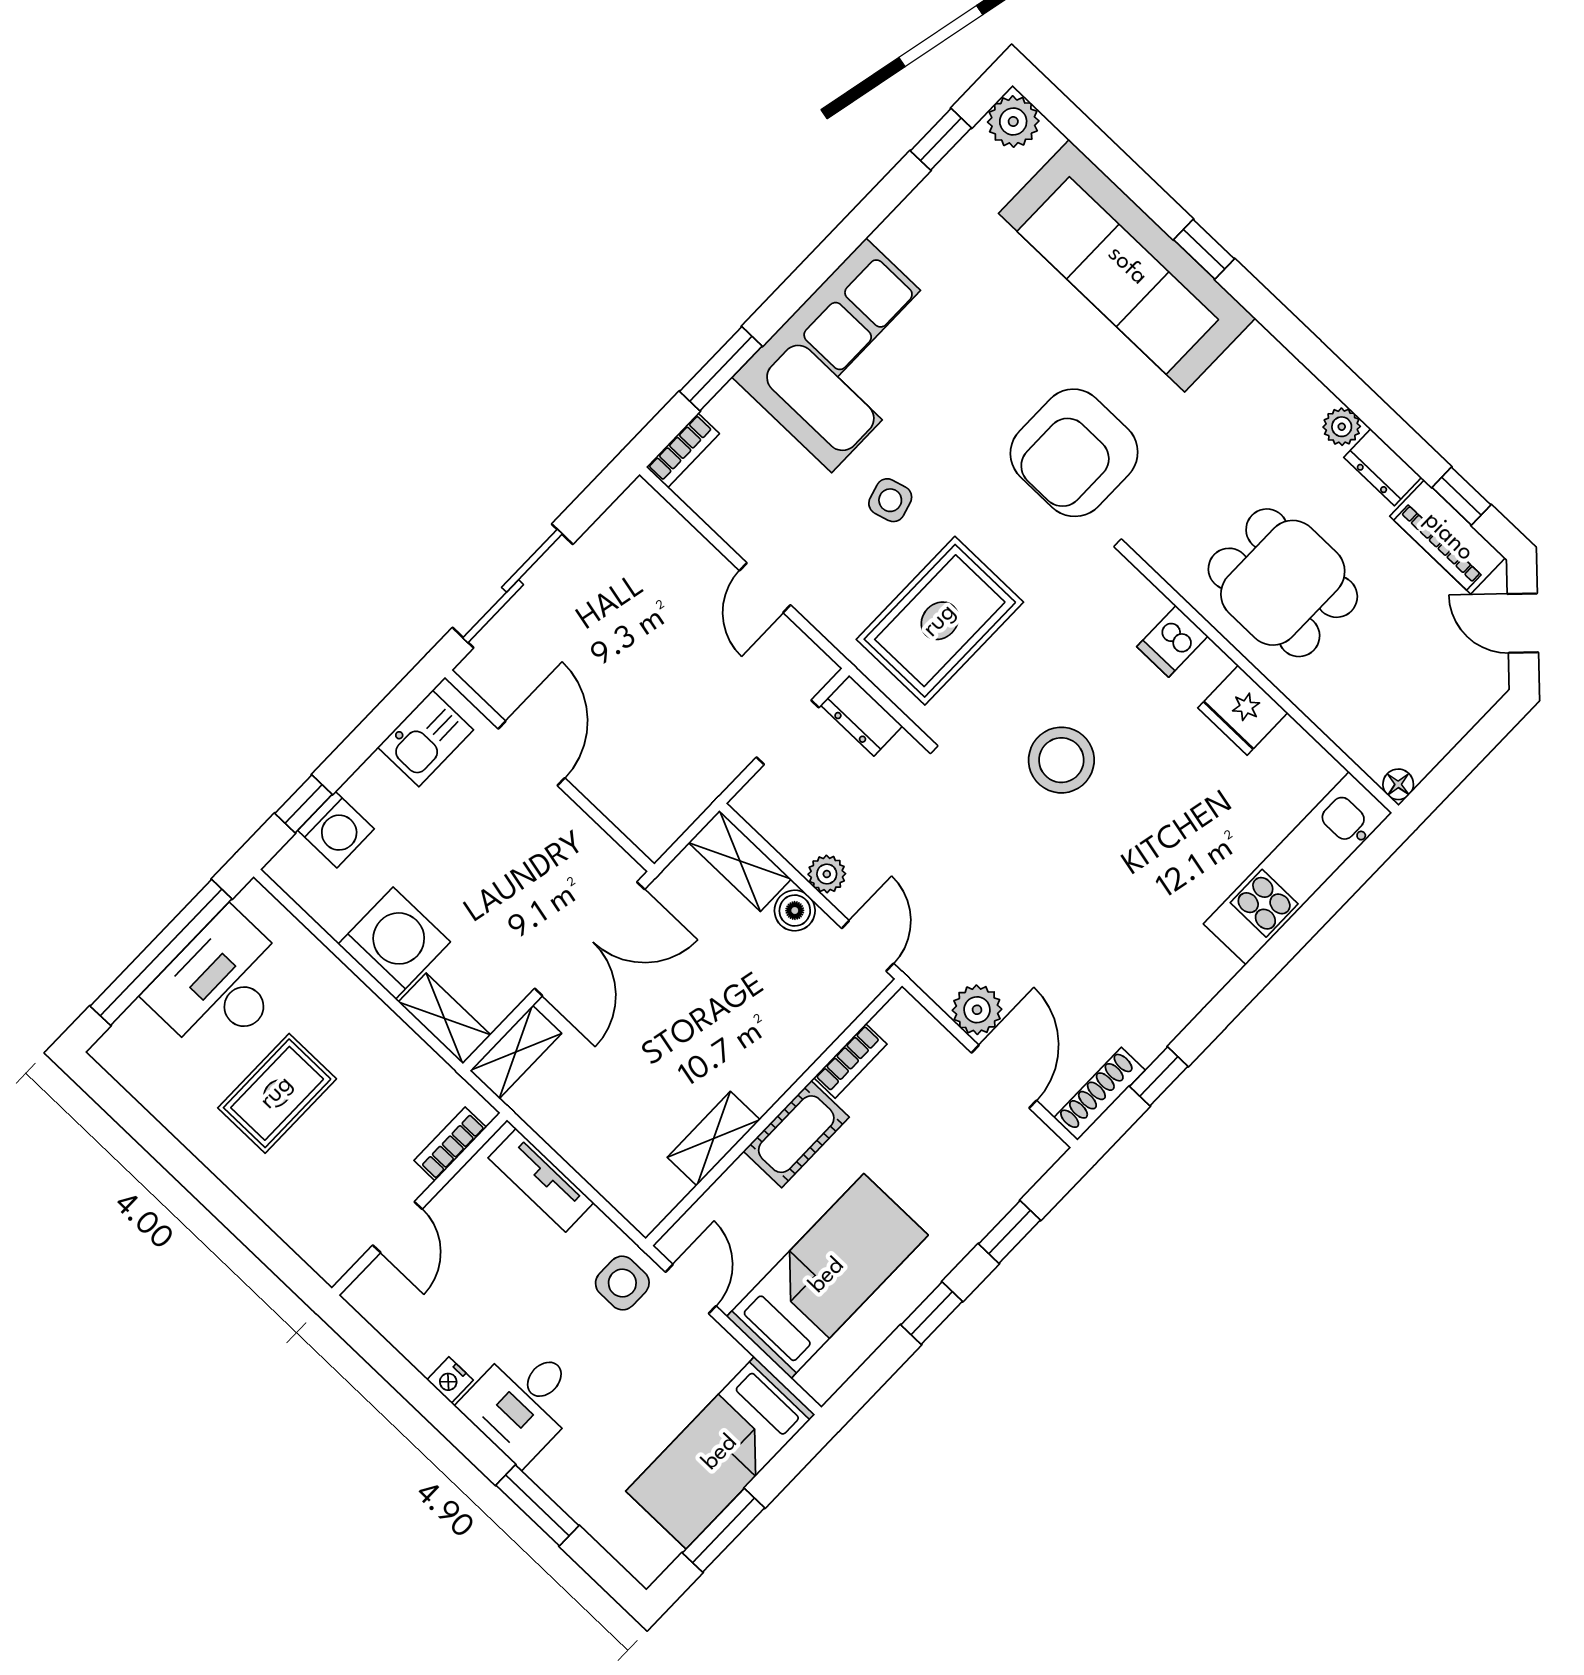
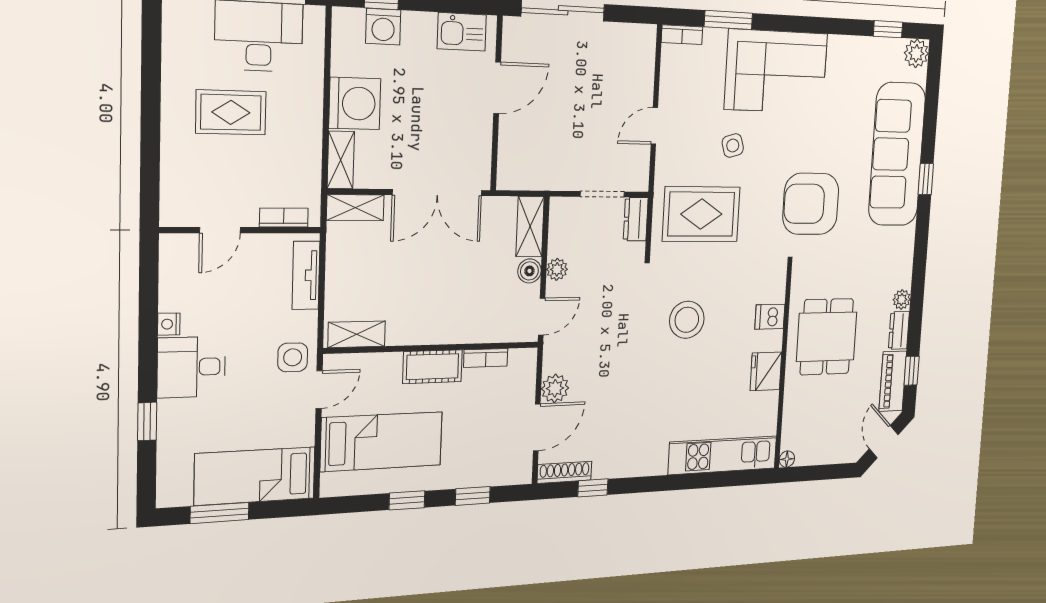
shelving: (714, 1138) -> (357, 334), moved
window: (537, 1505) -> (147, 421), width x0.67

